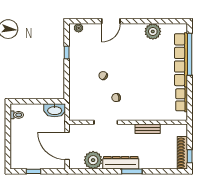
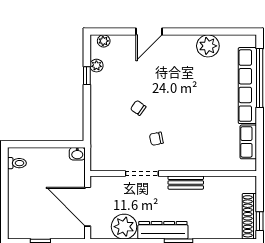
plant: (73, 45) -> (96, 66), added
washbasin: (55, 110) -> (77, 154), width x0.52, depth x0.69
bench: (148, 129) -> (186, 183), moved

